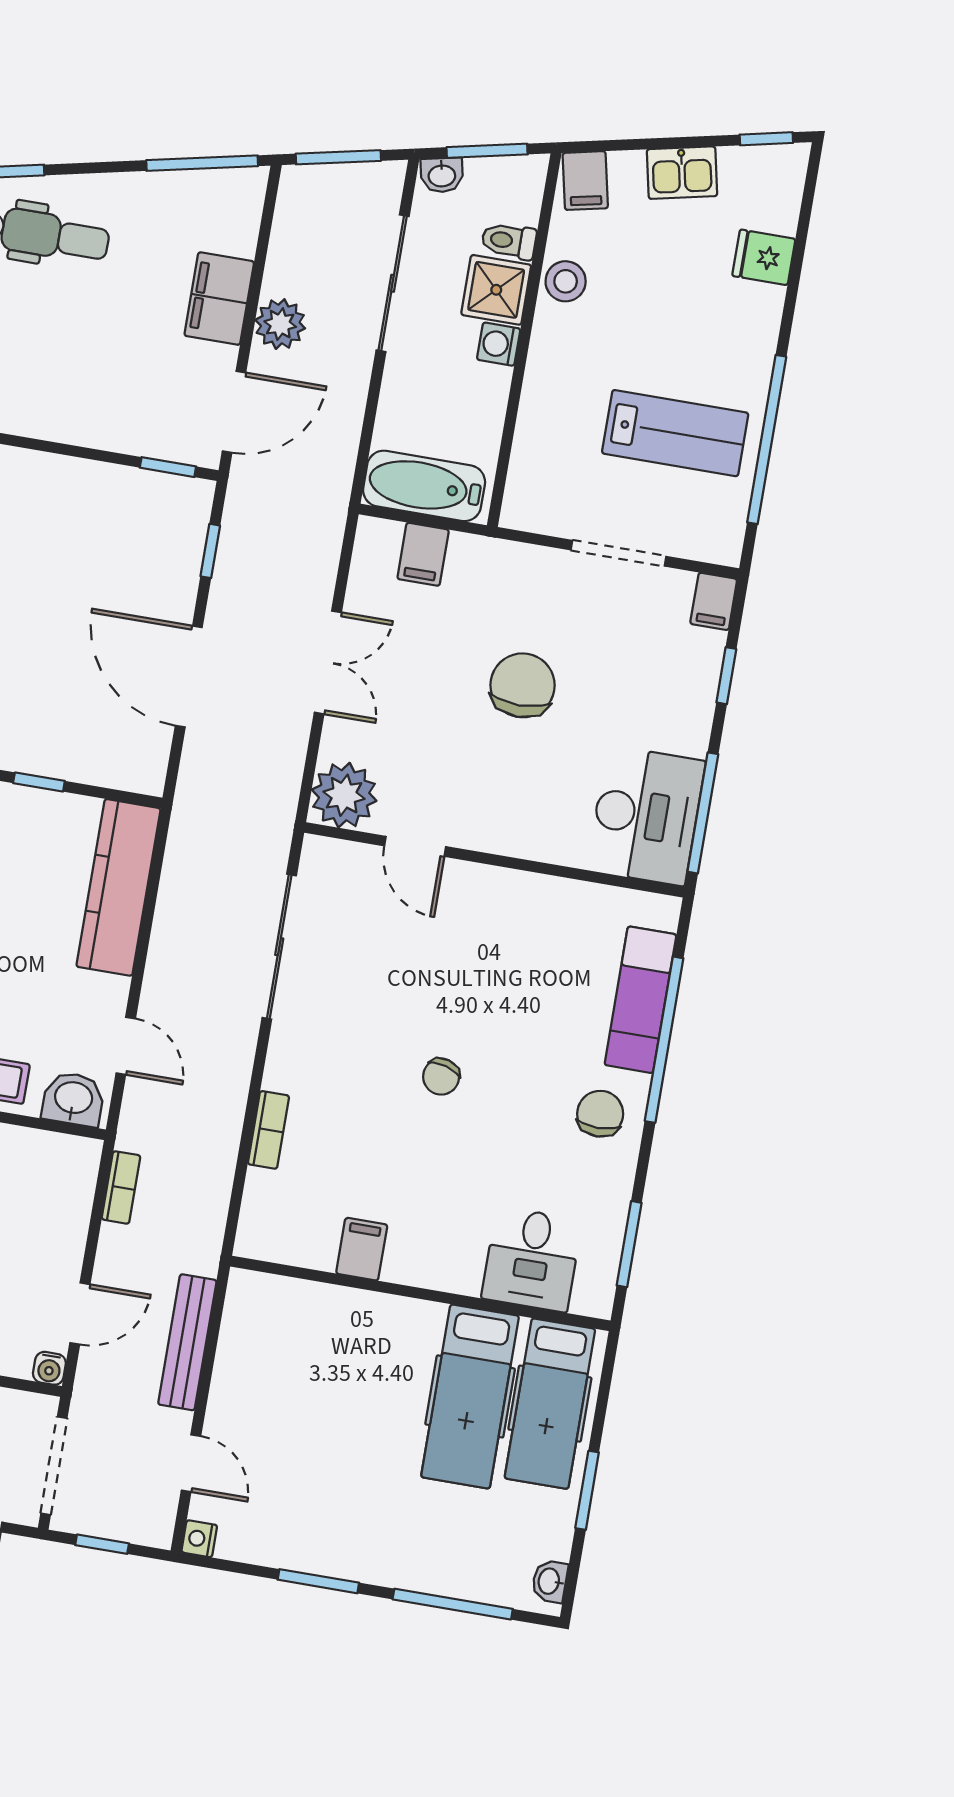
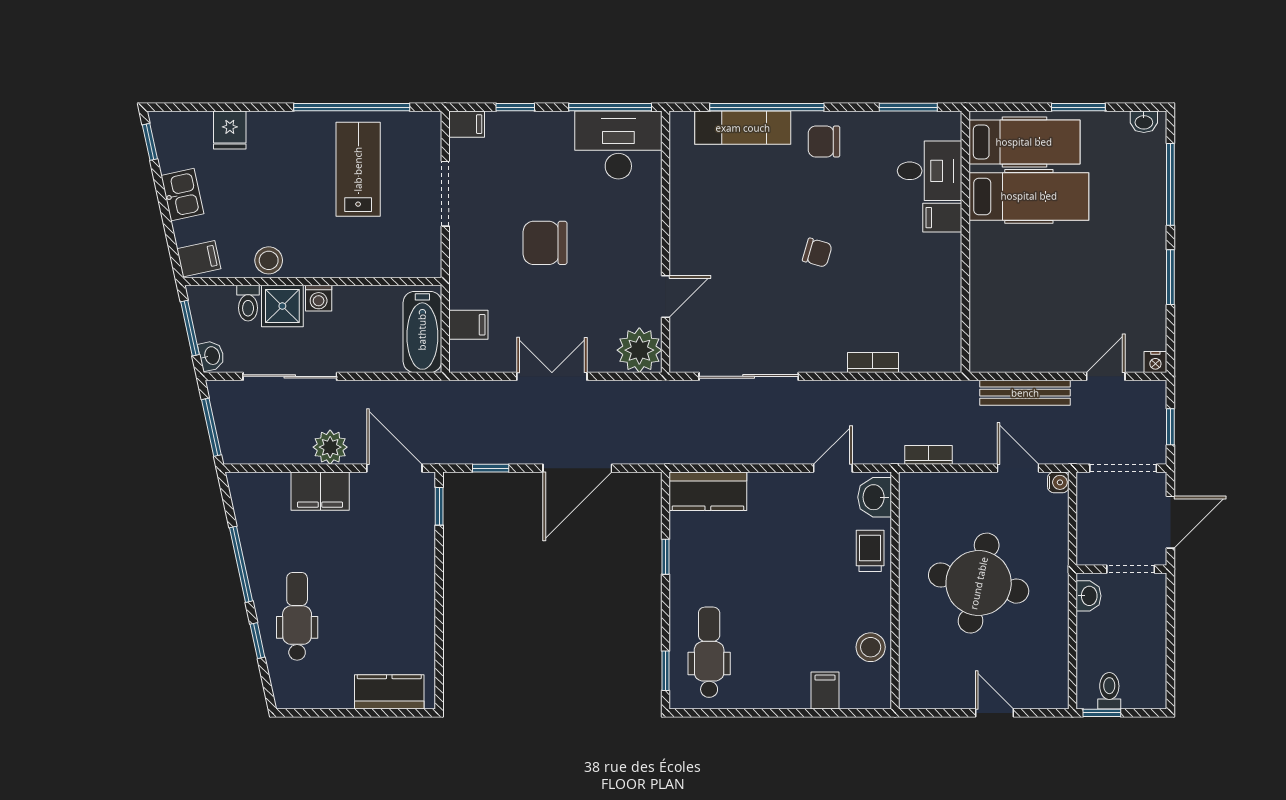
window: (202, 163) -> (241, 564), moved
kitchen counter: (118, 887) -> (708, 491), width x0.67
filing cabinet: (362, 1249) -> (942, 218), moved

